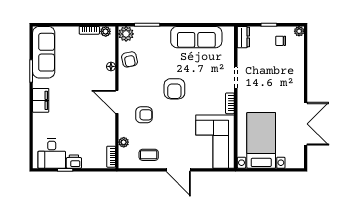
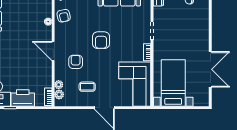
armchair: (144, 115) -> (76, 62), turned -90
plant: (124, 154) -> (59, 94), added
coffee table: (149, 155) -> (87, 87), moved
printer: (74, 162) -> (23, 98), width x1.87, depth x1.48

